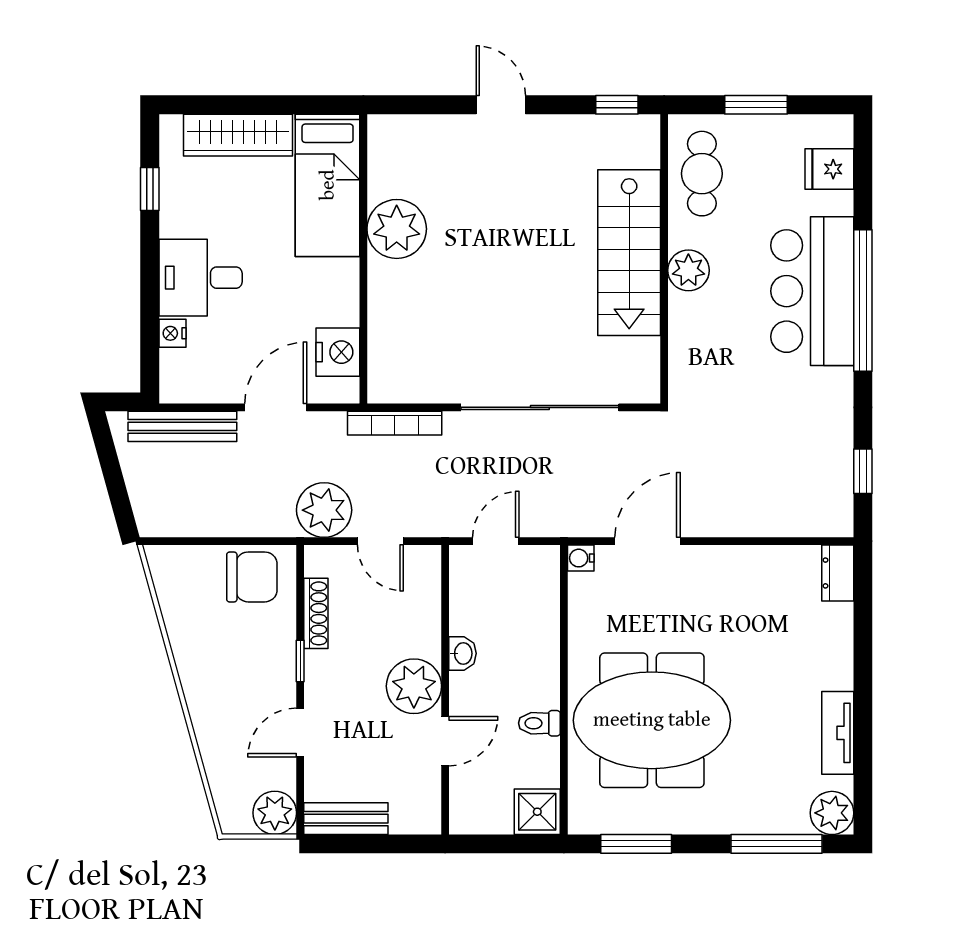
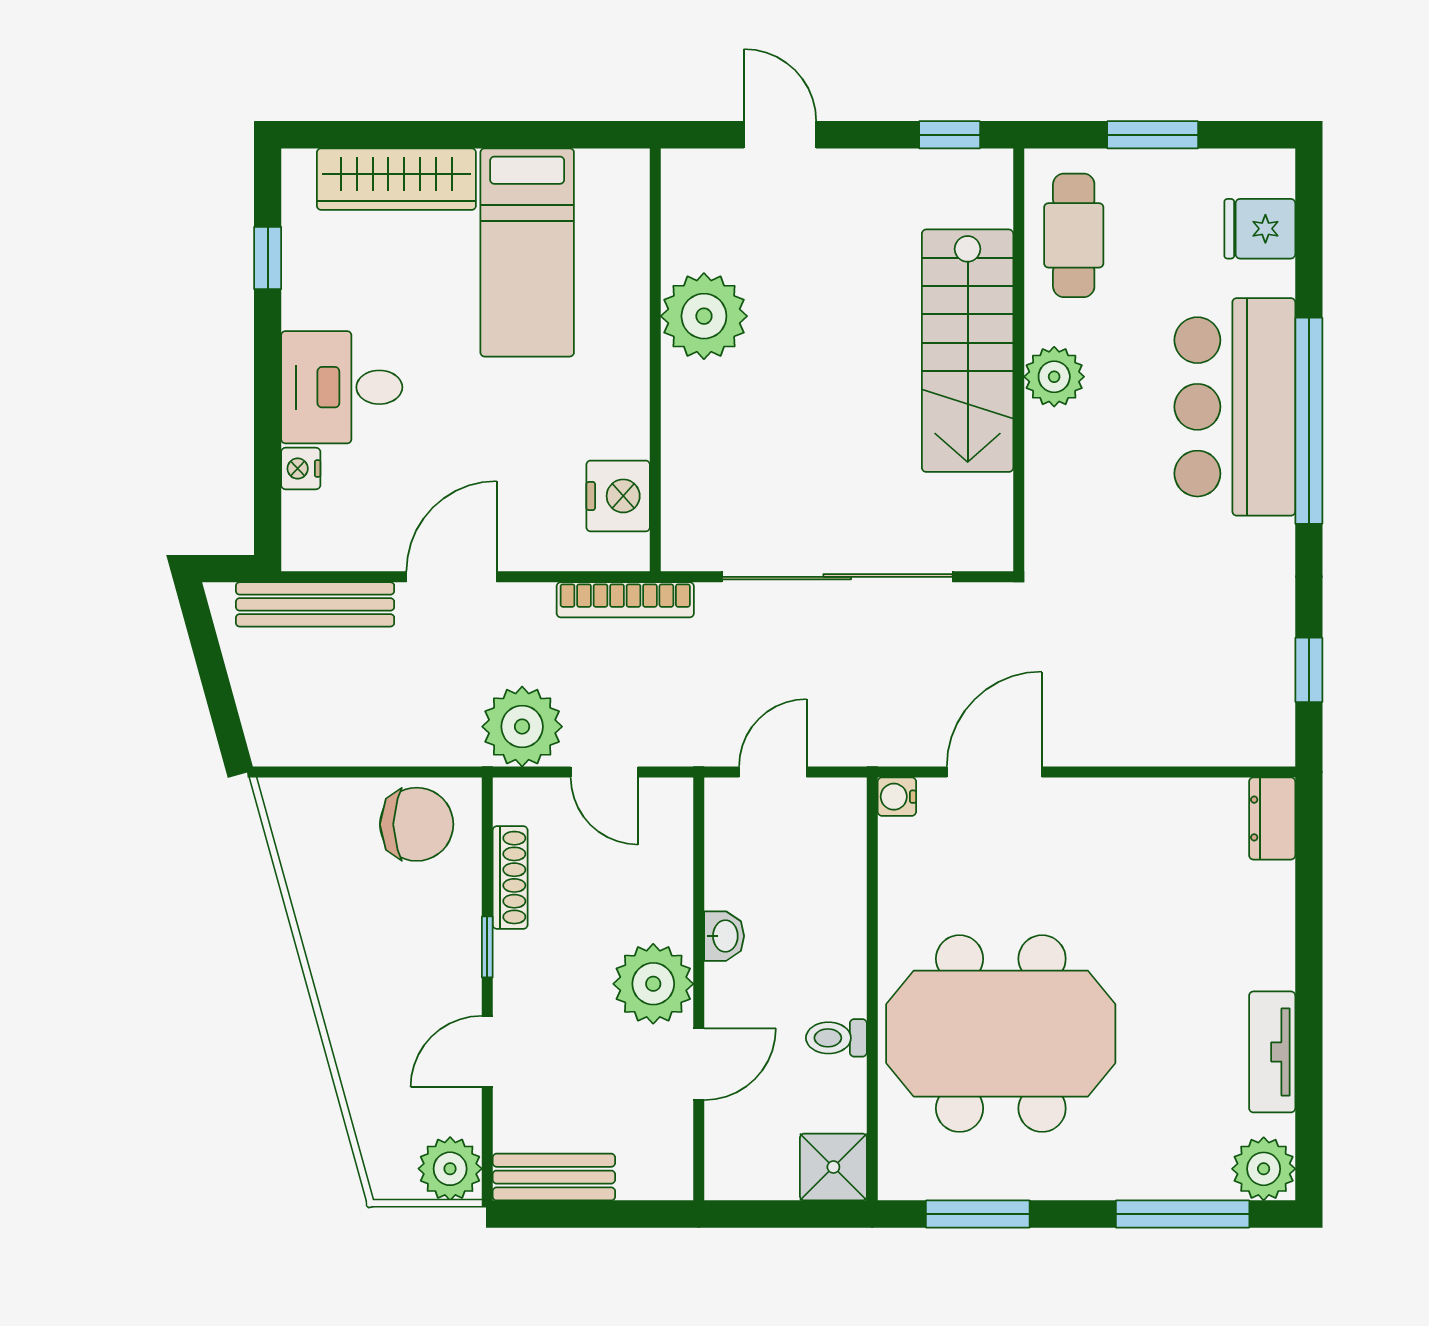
plant: (397, 229) -> (704, 316), moved
wall: (363, 259) -> (655, 360), moved
nightstand: (338, 352) -> (618, 496), moved

